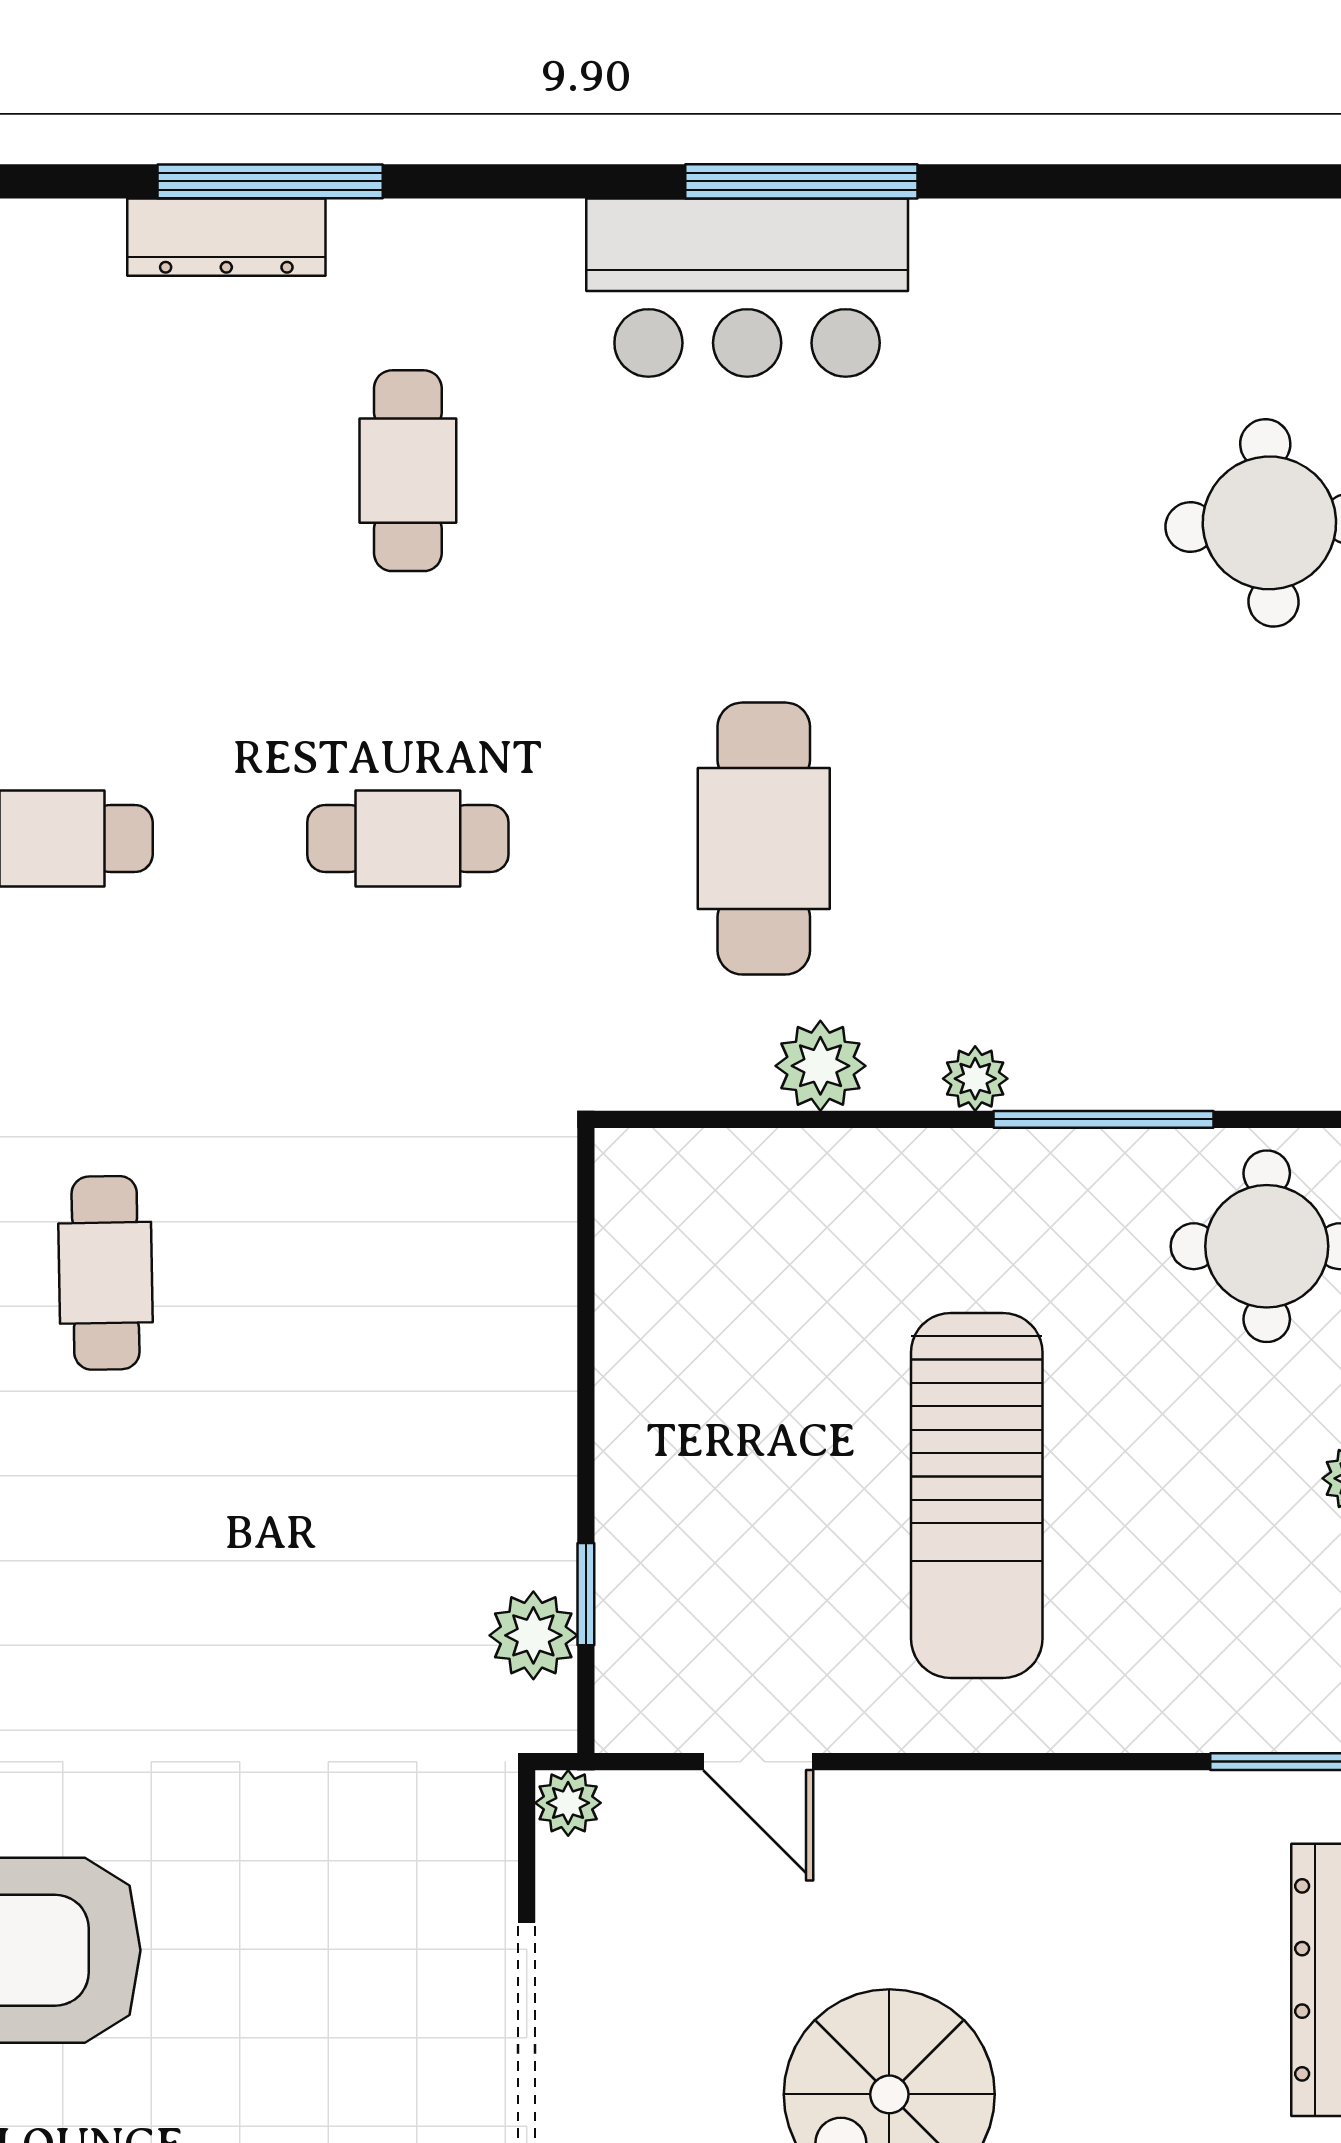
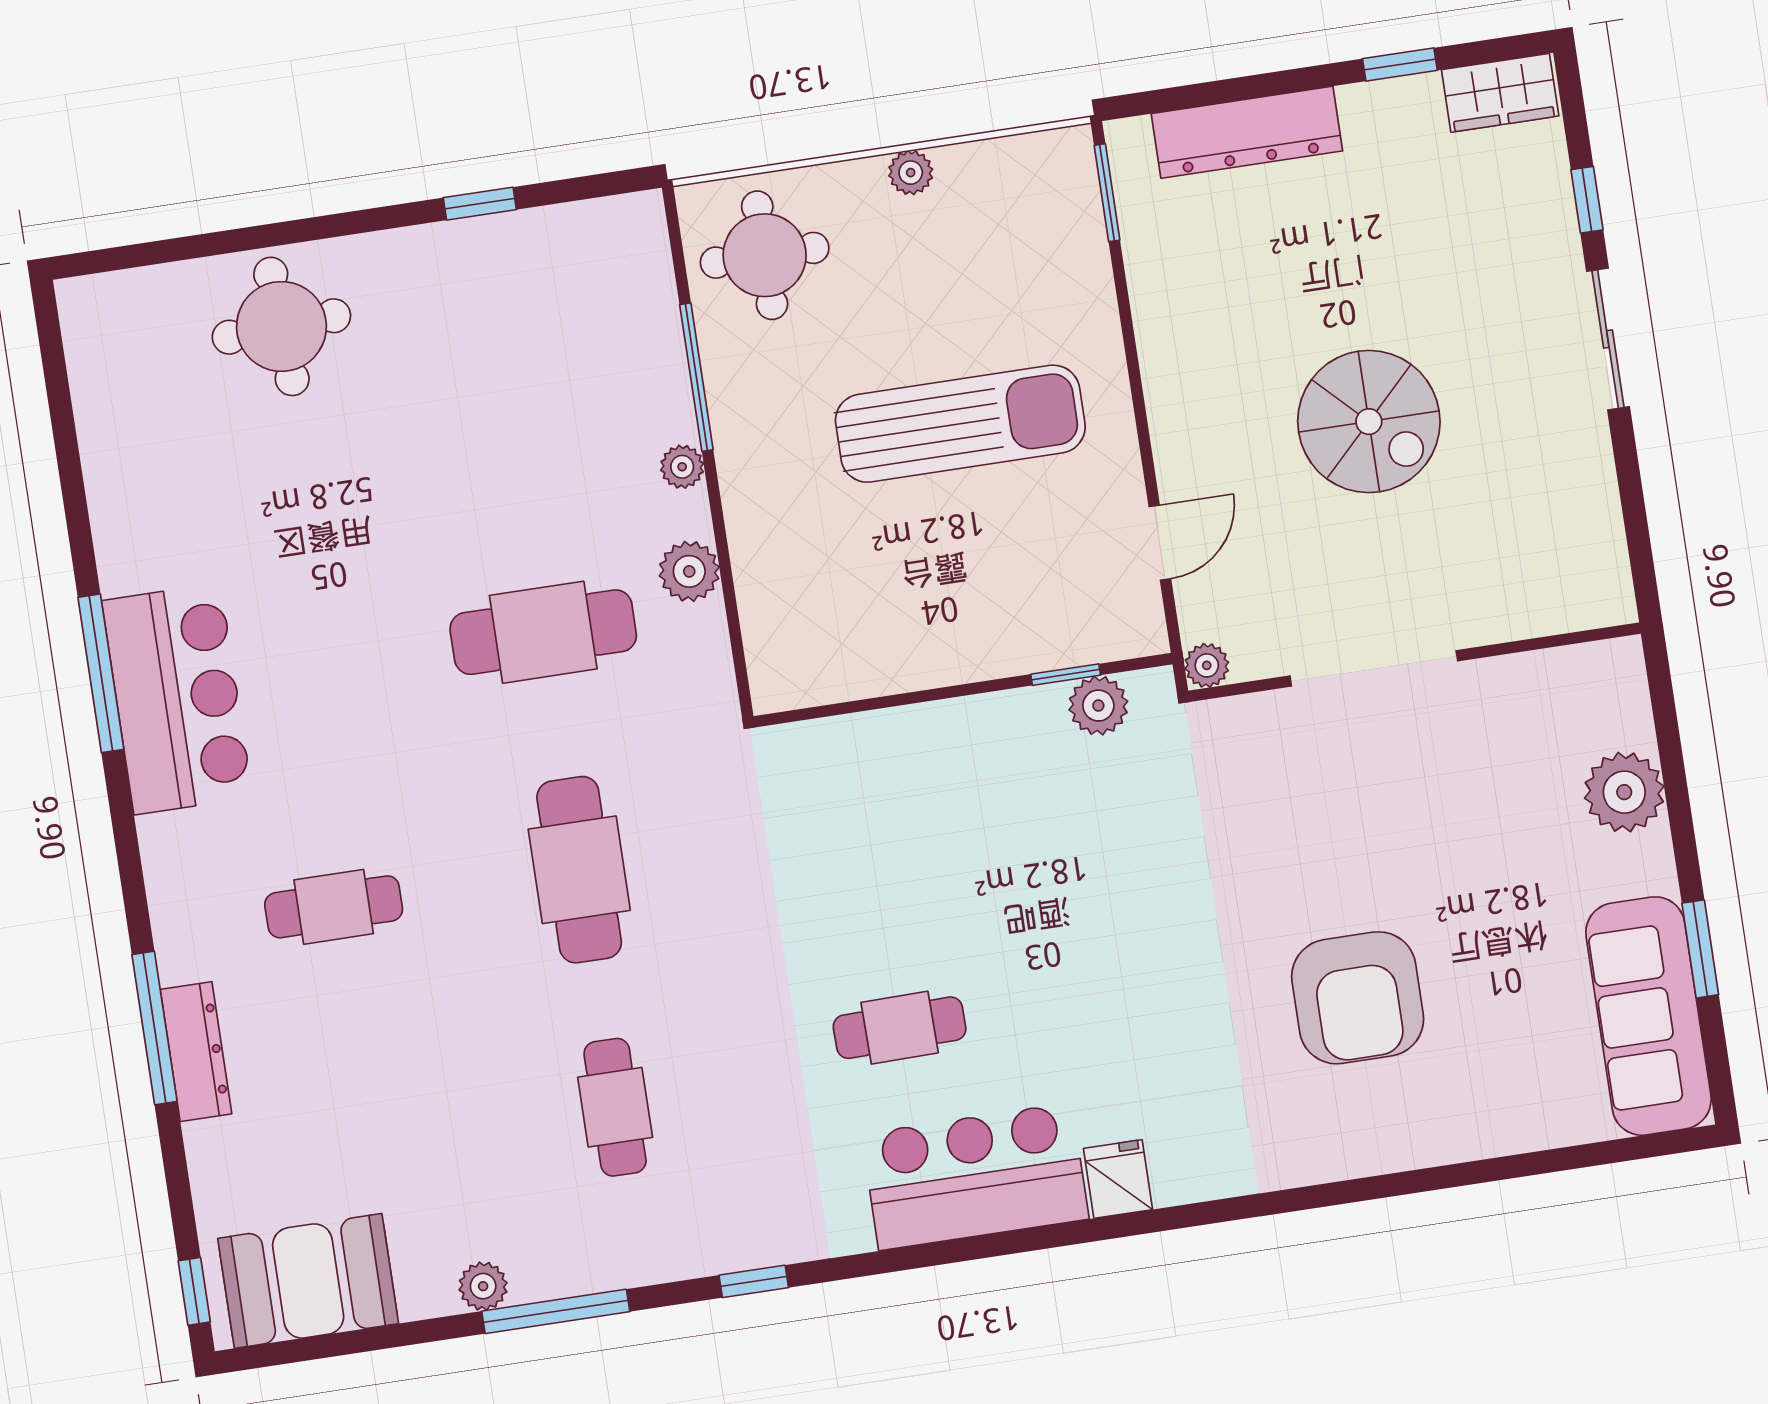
cafe table: (408, 839) -> (579, 870), width x1.37, depth x1.35

